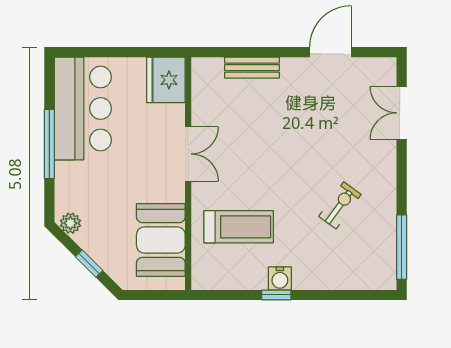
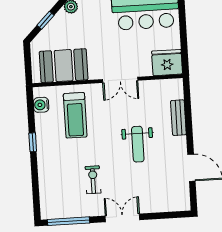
double door: (402, 113) -> (122, 218), moved
weight bench: (289, 133) -> (138, 144), added
exercise bike: (340, 205) -> (93, 180), turned -126
water cooler: (280, 278) -> (41, 105), moved

